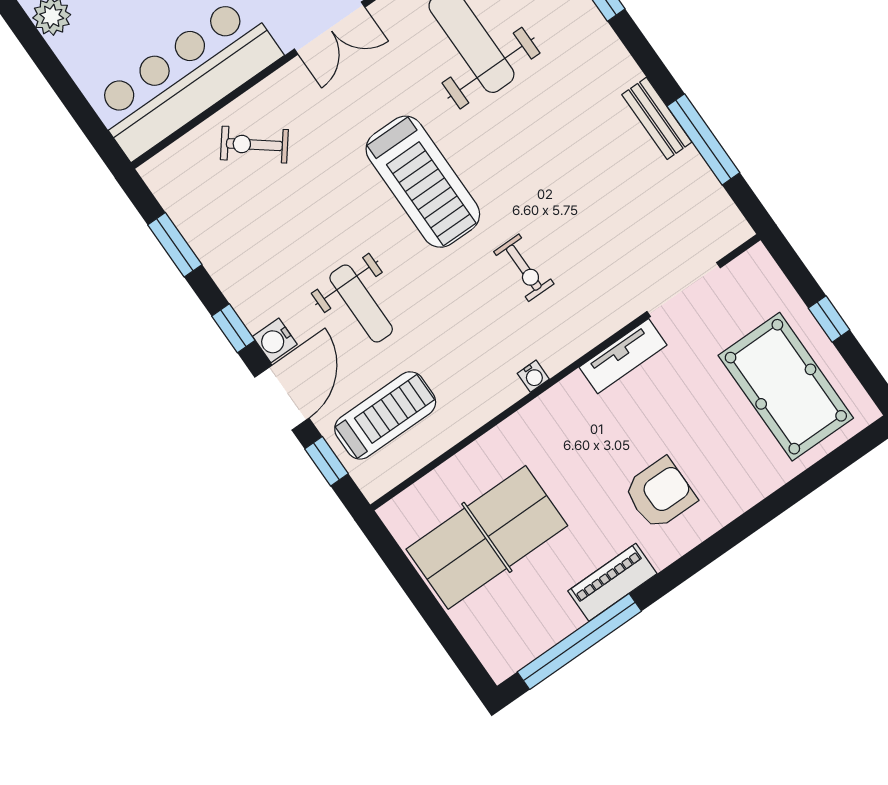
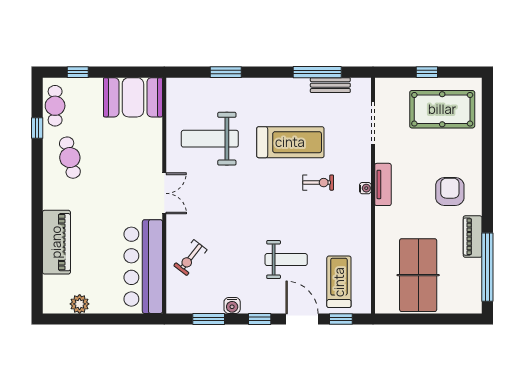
bench: (657, 118) -> (330, 85), moved
treadmill: (423, 182) -> (290, 142), moved
water cooler: (275, 340) -> (232, 306), moved
tv unit: (623, 356) -> (383, 184), moved
water cooler: (533, 376) -> (365, 188), moved

